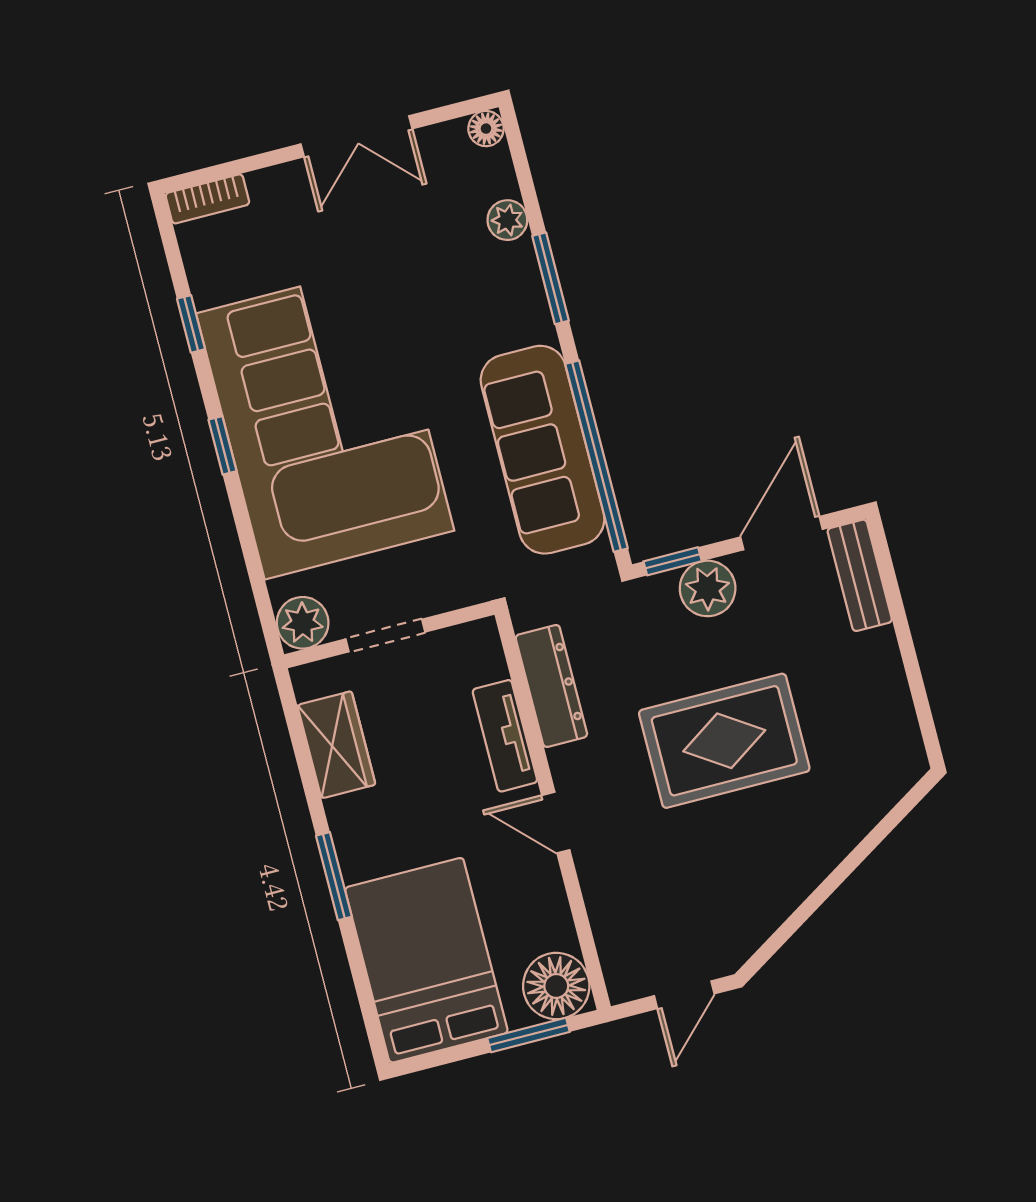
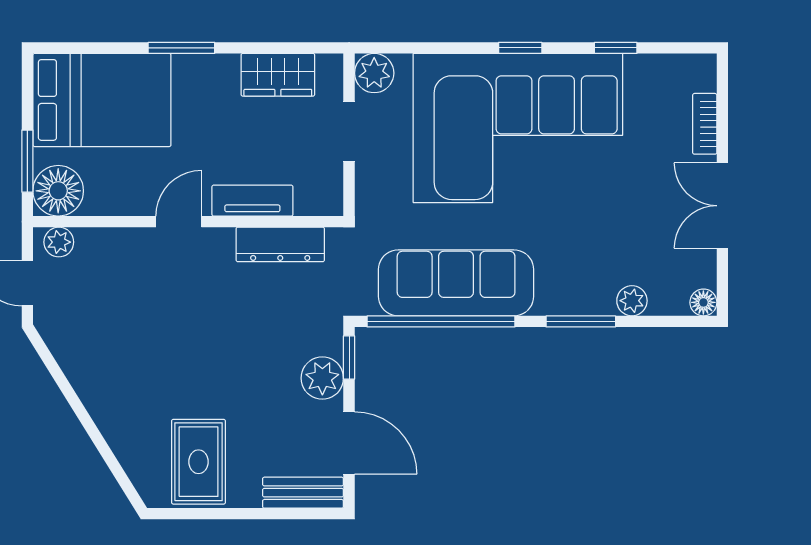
bookcase: (207, 199) -> (705, 124), moved
rug: (724, 741) -> (198, 462), moved, width x0.73, depth x0.70
plant: (621, 968) -> (59, 242), added

